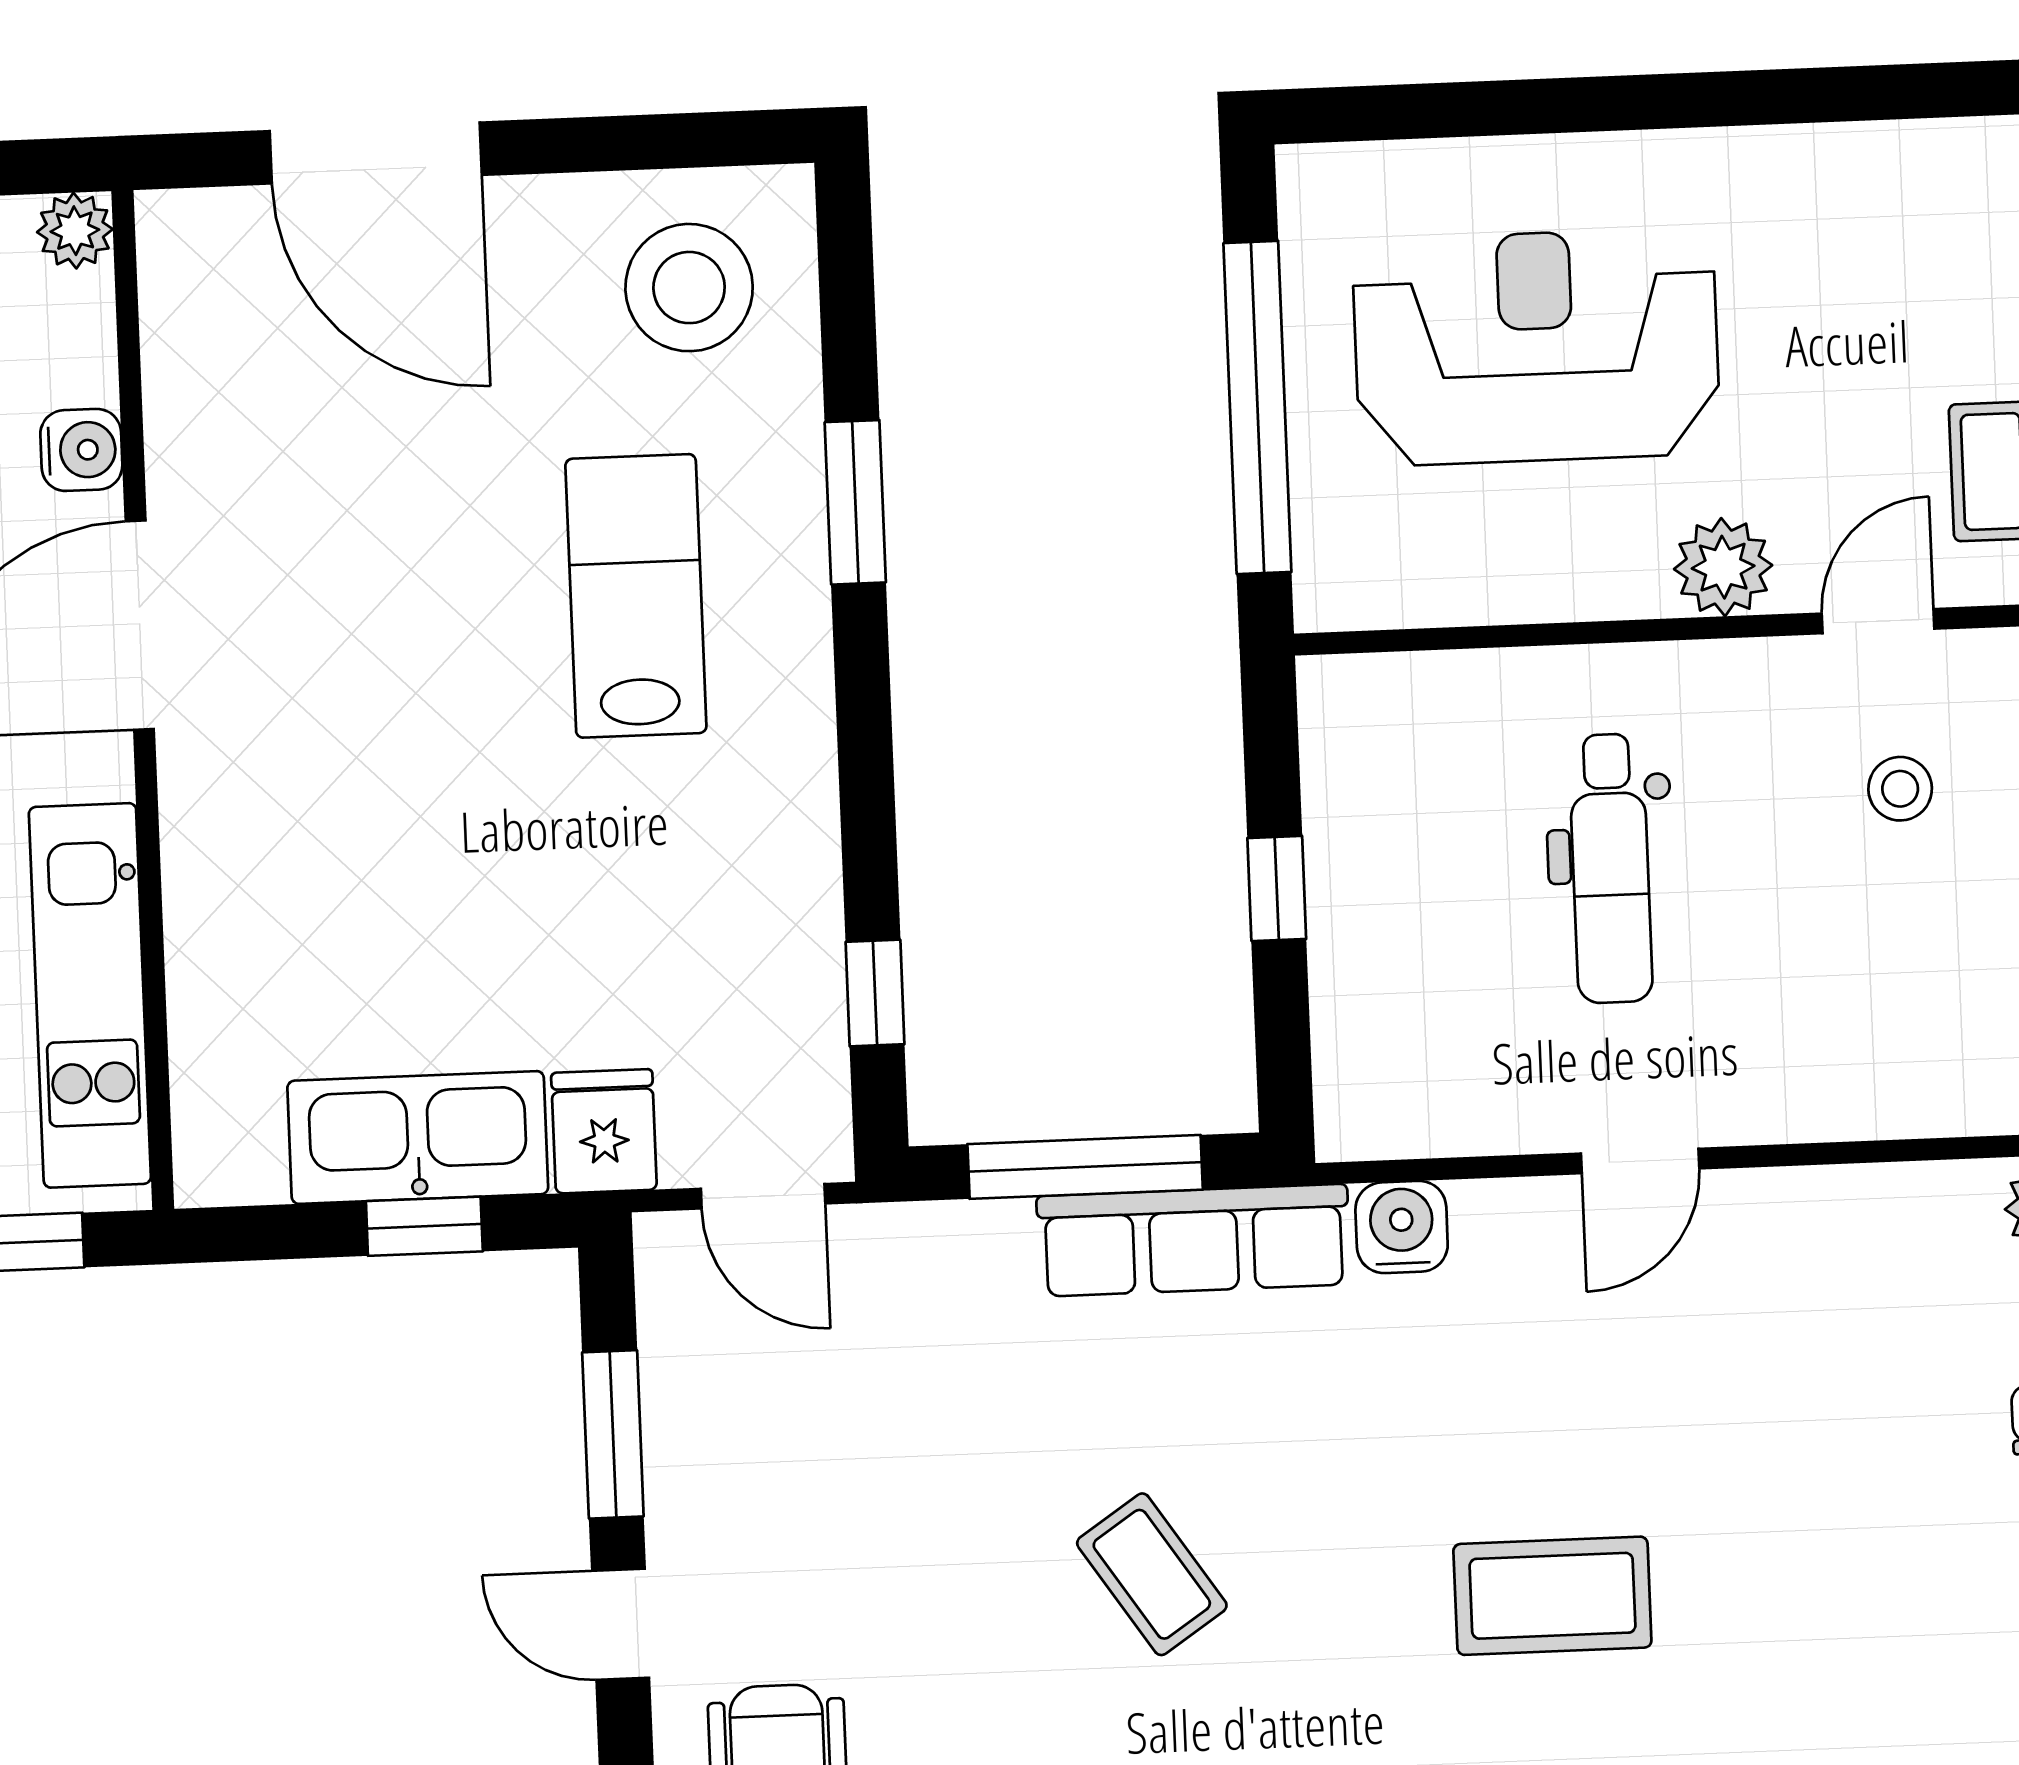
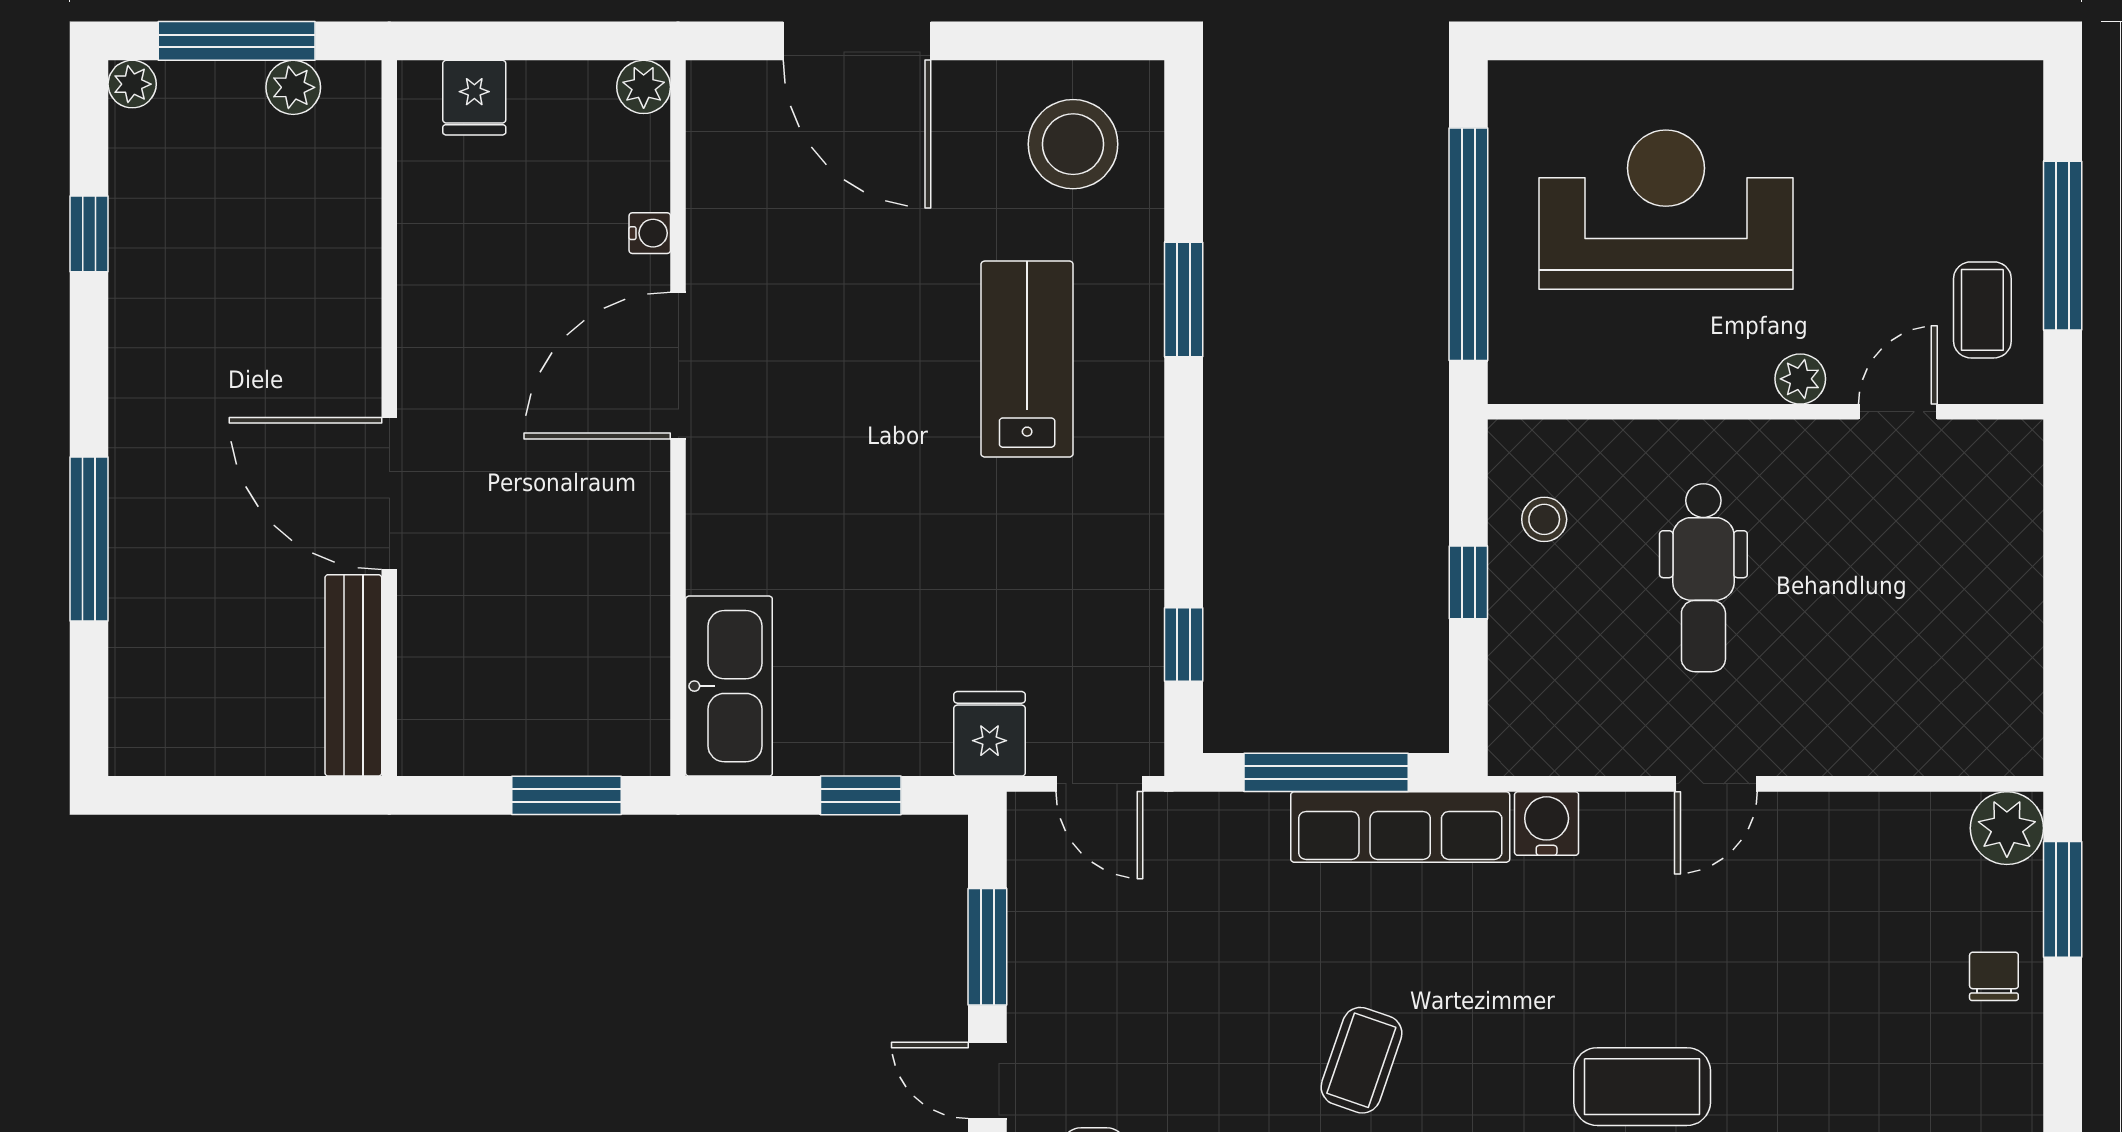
water cooler: (81, 450) -> (650, 233), width x0.72, depth x0.72
plant: (1723, 567) -> (1800, 379), width x0.73, depth x0.73
stool: (1900, 789) -> (1544, 519), moved
kitchen unit: (90, 995) -> (633, 624), removed
kitchen sink: (418, 1137) -> (729, 686), moved, turned 90
coffee table: (1152, 1574) -> (1361, 1060), turned 53

